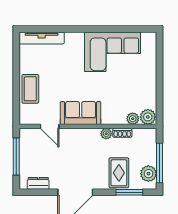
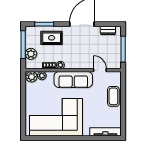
corner sofa: (113, 52) -> (56, 117), width x1.36, depth x1.36
sofa: (81, 113) -> (73, 79), width x1.36
rug: (119, 173) -> (52, 38), turned 90
plant: (148, 174) -> (31, 54), moved

